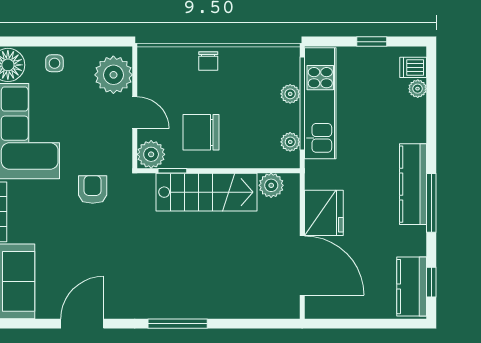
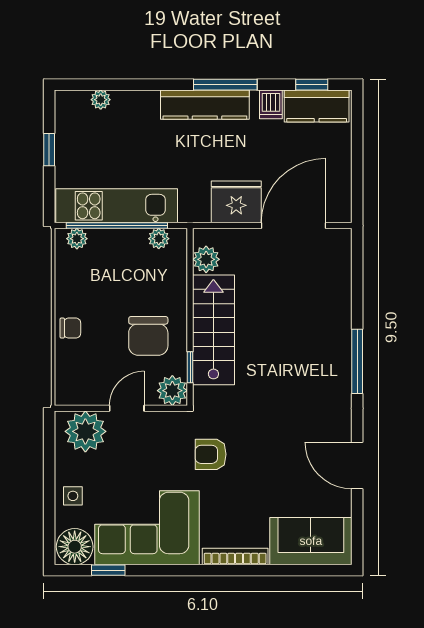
dishwasher: (413, 67) -> (271, 104), moved
plant: (290, 94) -> (77, 239), moved

